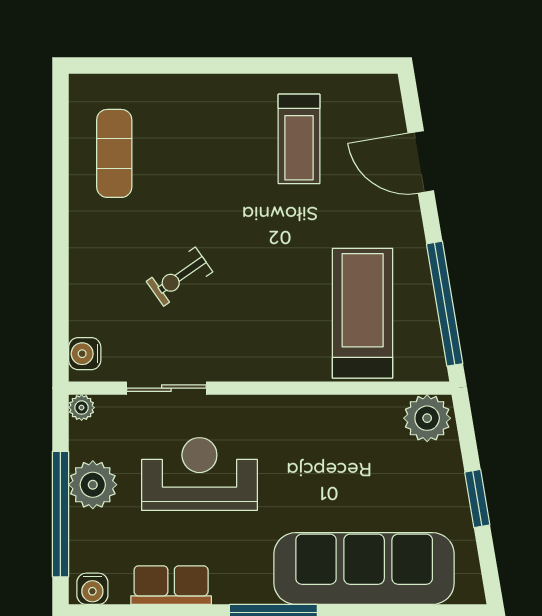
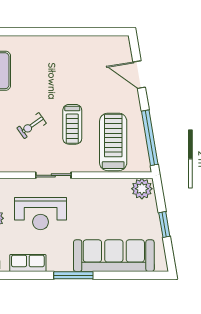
treadmill: (299, 139) -> (72, 124), moved
sliding door: (166, 388) -> (53, 175), moved
reception desk: (199, 474) -> (41, 214), turned 180

